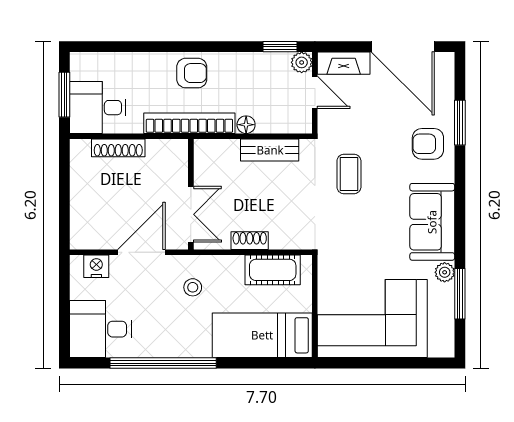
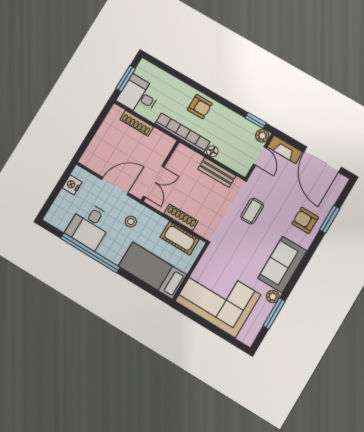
shoe rack: (250, 241) -> (181, 217), width x1.43
nightstand: (96, 266) -> (72, 185), moved, turned -90
desk: (100, 329) -> (89, 226), moved, turned -90

